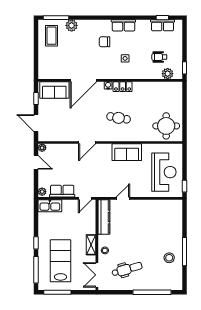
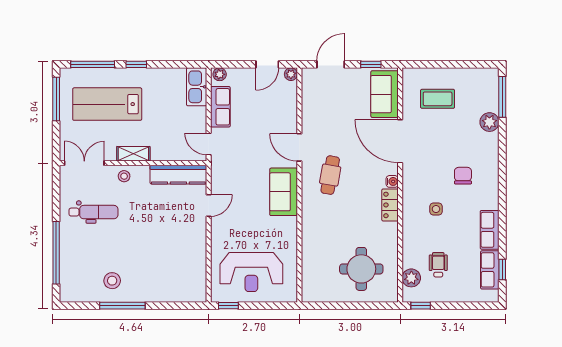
row of seats: (123, 25) -> (490, 230), moved
coffee table: (52, 36) -> (438, 99), moved
cafe table: (119, 118) -> (330, 175), moved
round table: (166, 126) -> (361, 269), moved
sofa: (127, 152) -> (284, 192), moved
door: (123, 198) -> (209, 205), hinge flipped
lab bench: (61, 261) -> (107, 104), turned 180
dental chair: (127, 269) -> (93, 212), turned -74

